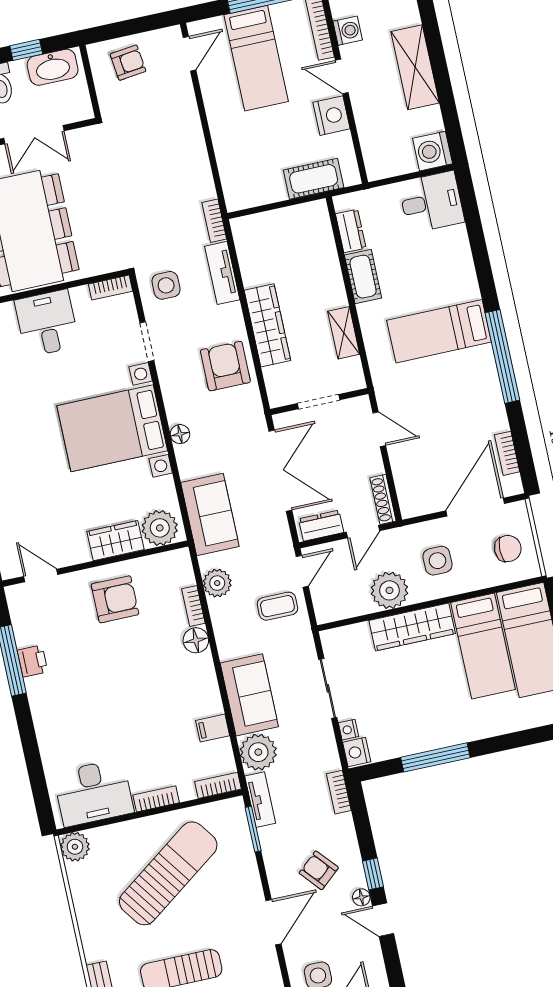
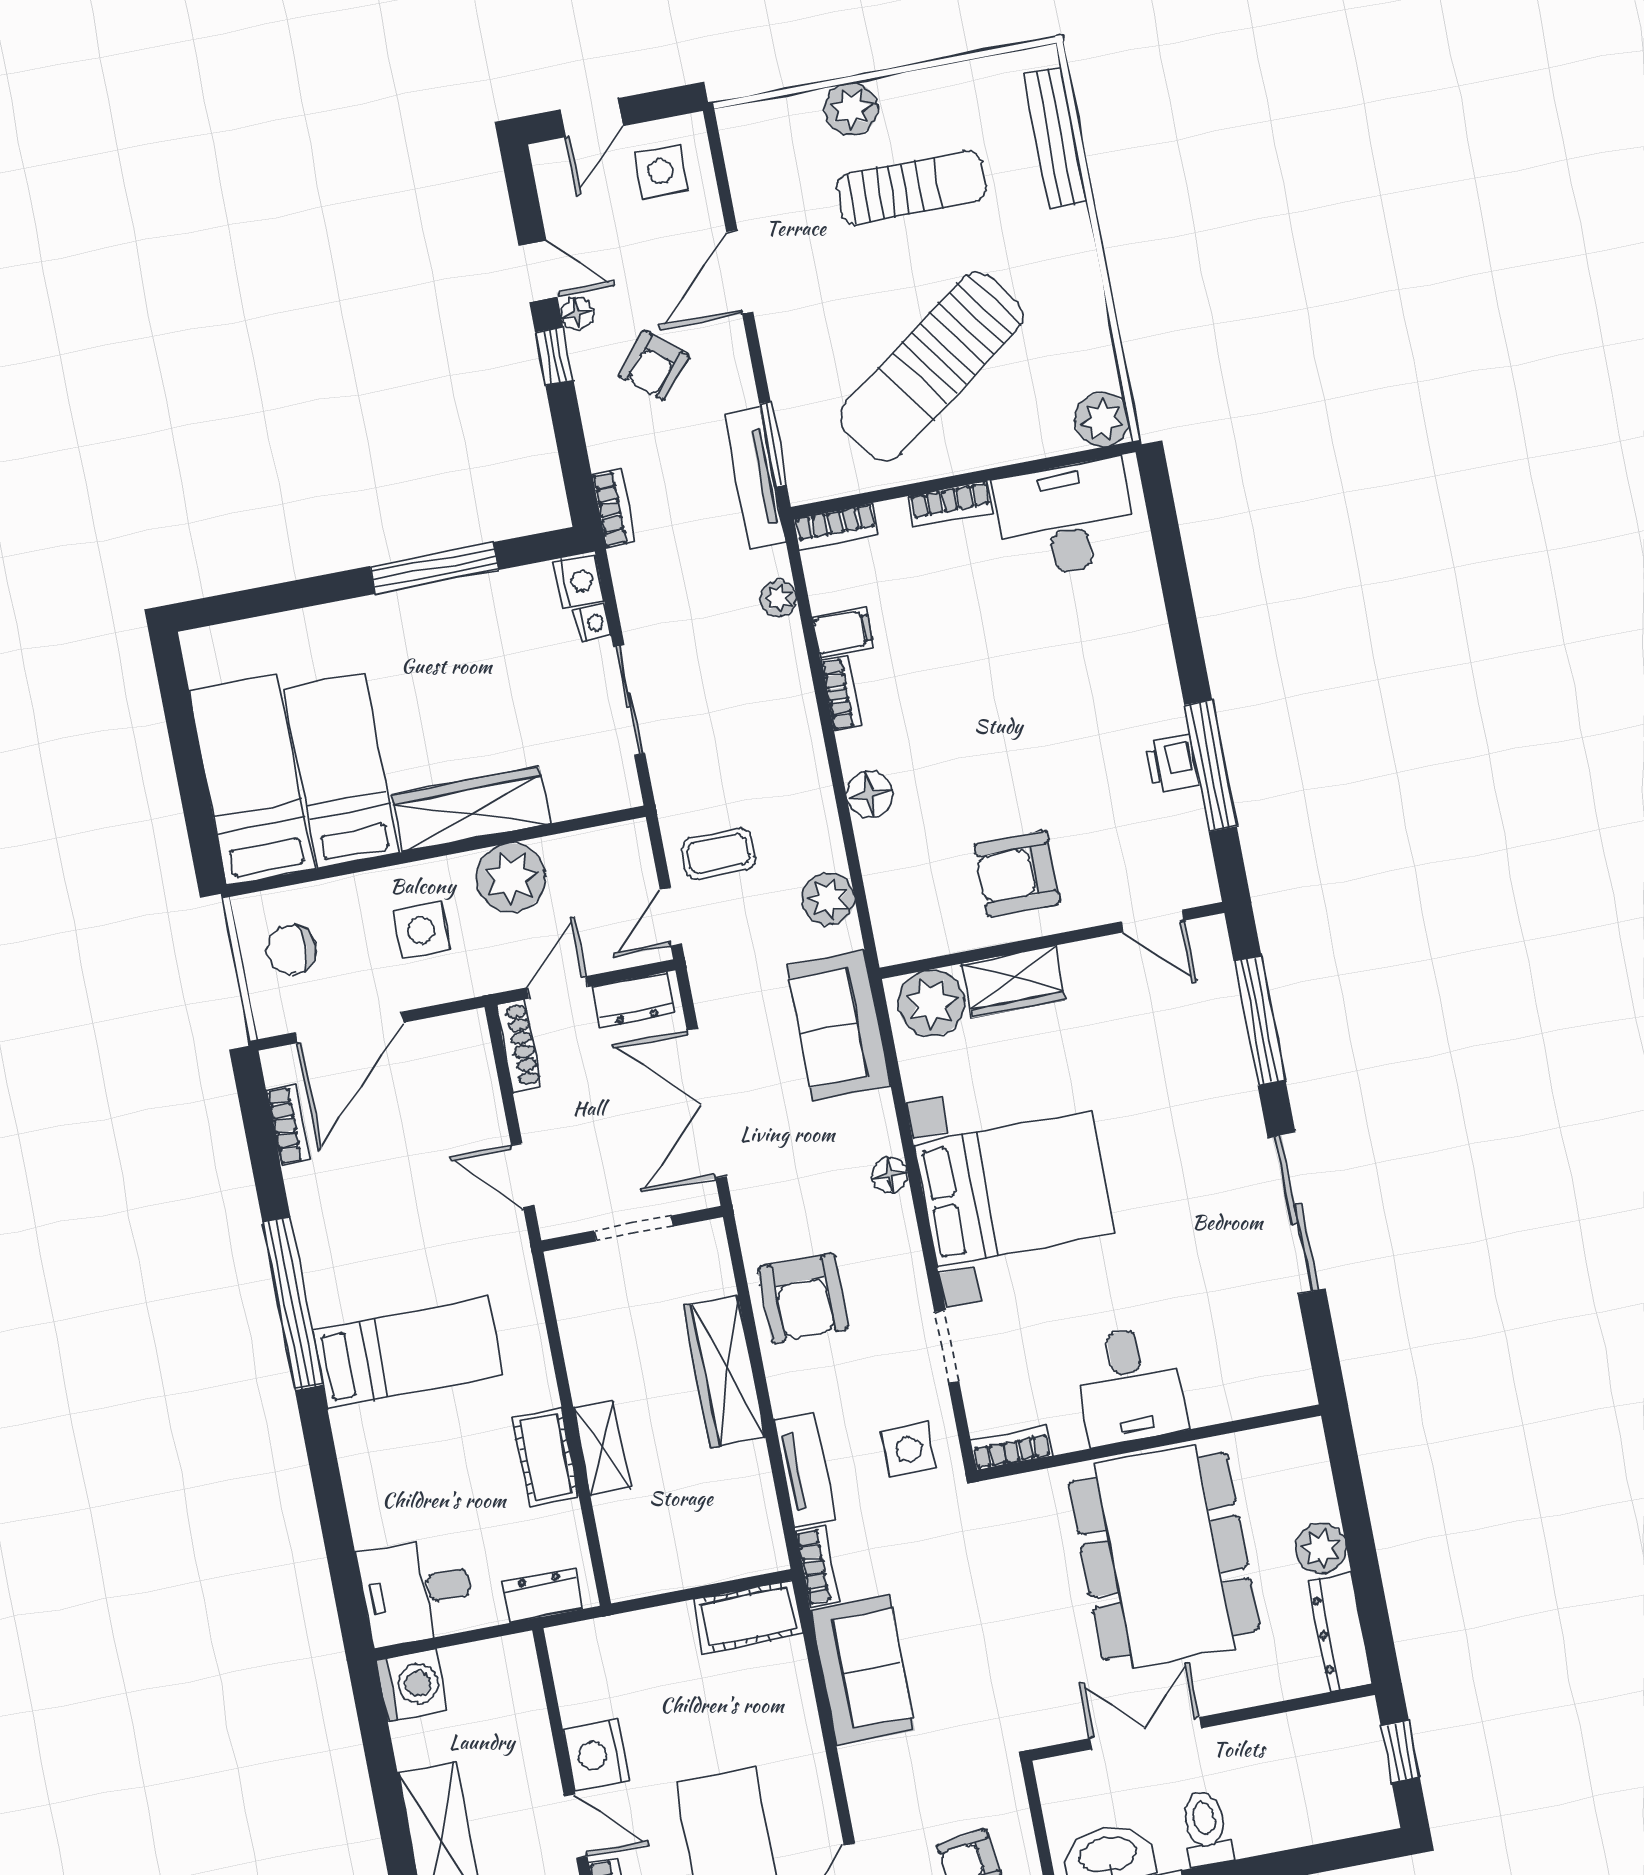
cot: (314, 179) -> (748, 1617), moved
dresser: (351, 231) -> (542, 1596), moved, turned 90
shelving: (344, 333) -> (602, 1448), moved
bookcase: (193, 606) -> (841, 694), moved
sofa: (249, 695) -> (863, 1670), moved, turned 180
plant: (258, 752) -> (778, 598), width x0.53, depth x0.53
tv unit: (260, 800) -> (755, 479), width x1.41
armchair: (319, 870) -> (654, 365), turned 81

